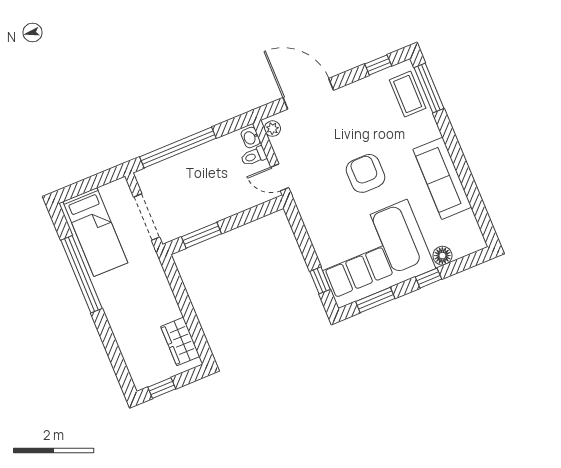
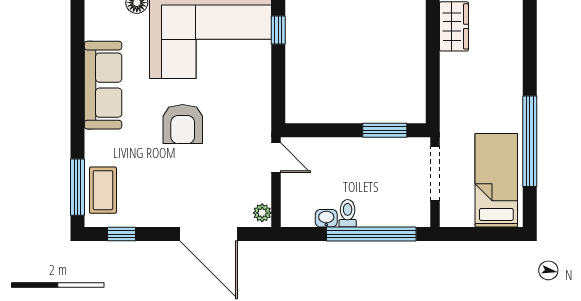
washbasin: (251, 137) -> (326, 218), moved, turned -90
toilet: (254, 156) -> (348, 213), moved, turned -90

